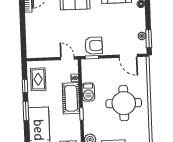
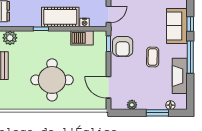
coffee table: (101, 20) -> (153, 57), added
window: (149, 39) -> (157, 113), moved
door: (128, 56) -> (109, 87), hinge flipped
barbecue: (88, 92) -> (82, 38), moved

